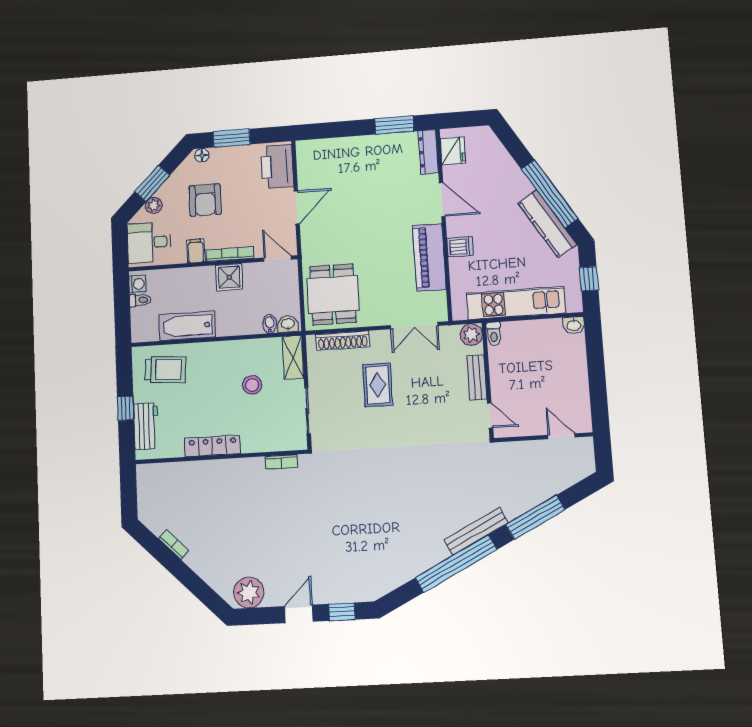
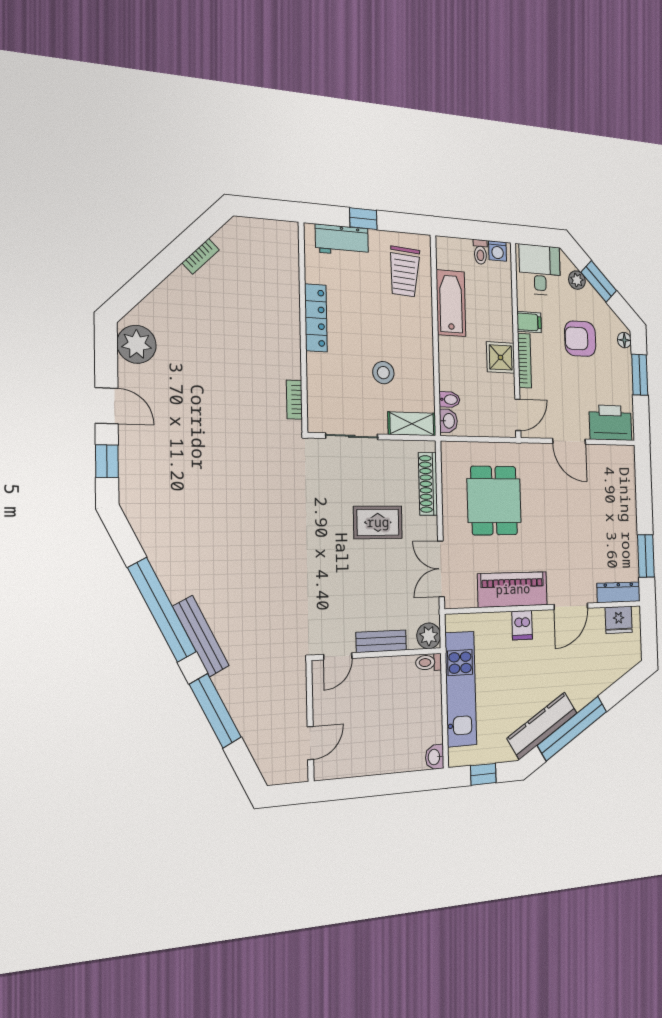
dining table: (333, 294) -> (494, 501), moved, turned 90

